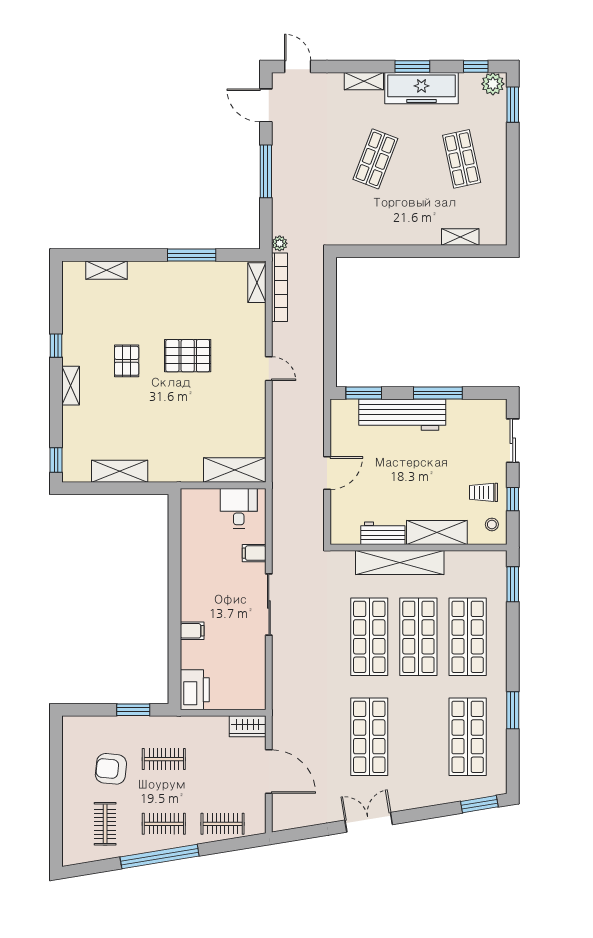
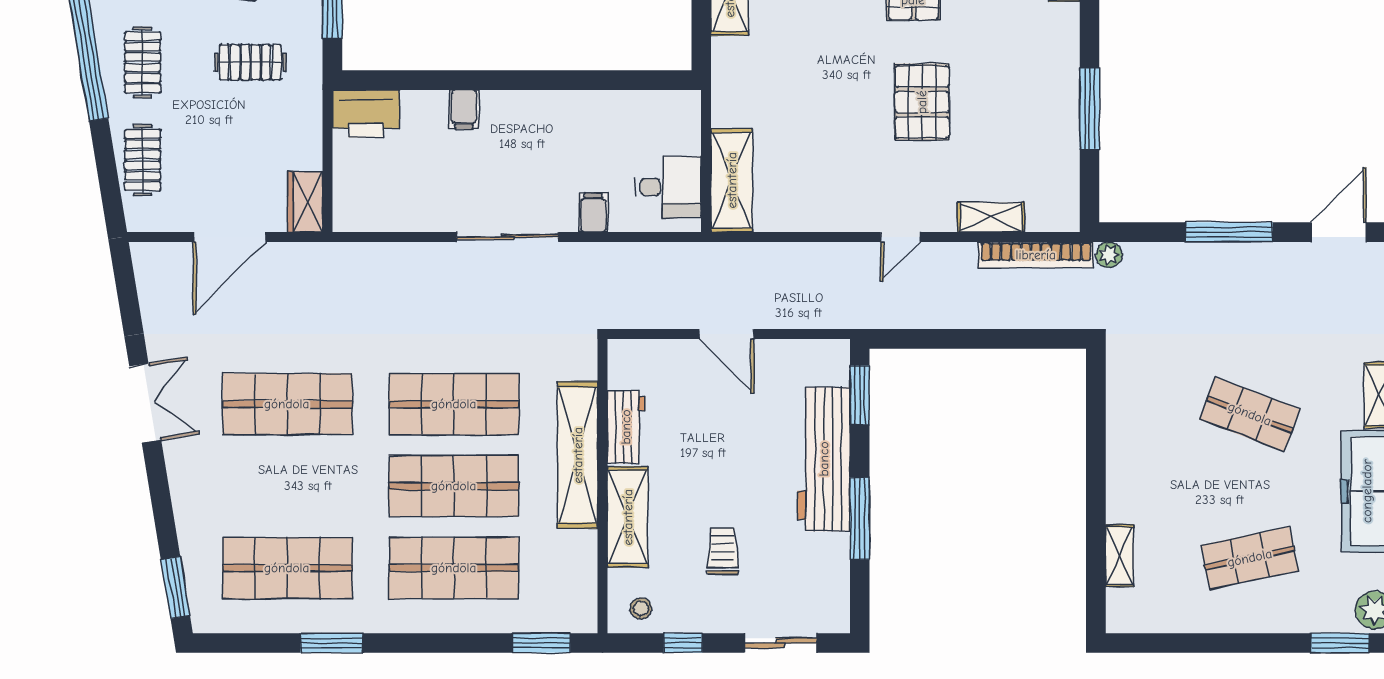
shelving: (257, 283) -> (991, 217), moved
trolley: (483, 492) -> (723, 551), moved
clothes rail: (164, 759) -> (250, 62), turned 90

